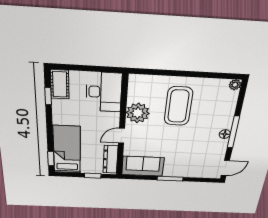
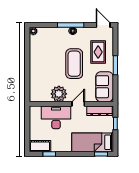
desk: (104, 92) -> (56, 117), moved
coffee table: (178, 106) -> (74, 64), moved, turned 90
door: (122, 136) -> (78, 104), swing flipped
rug: (190, 161) -> (98, 52), added

